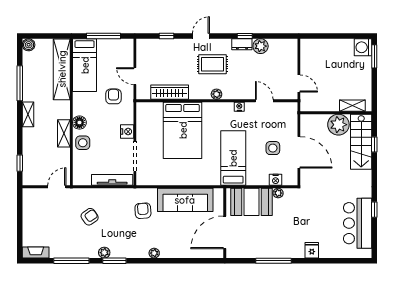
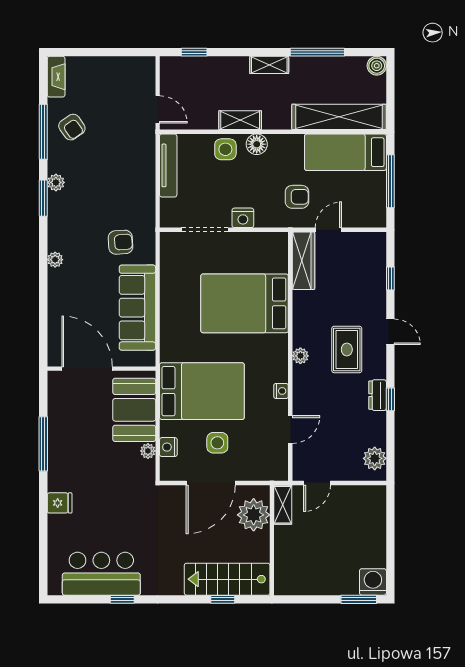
plant: (261, 46) -> (375, 458), moved
wardrobe: (170, 92) -> (304, 261), moved
shelving: (352, 106) -> (283, 505), moved
plant: (338, 125) -> (254, 515), moved
bed: (233, 158) -> (202, 391), width x1.50
tv unit: (112, 180) -> (168, 165), moved
armchair: (90, 217) -> (72, 127), moved

